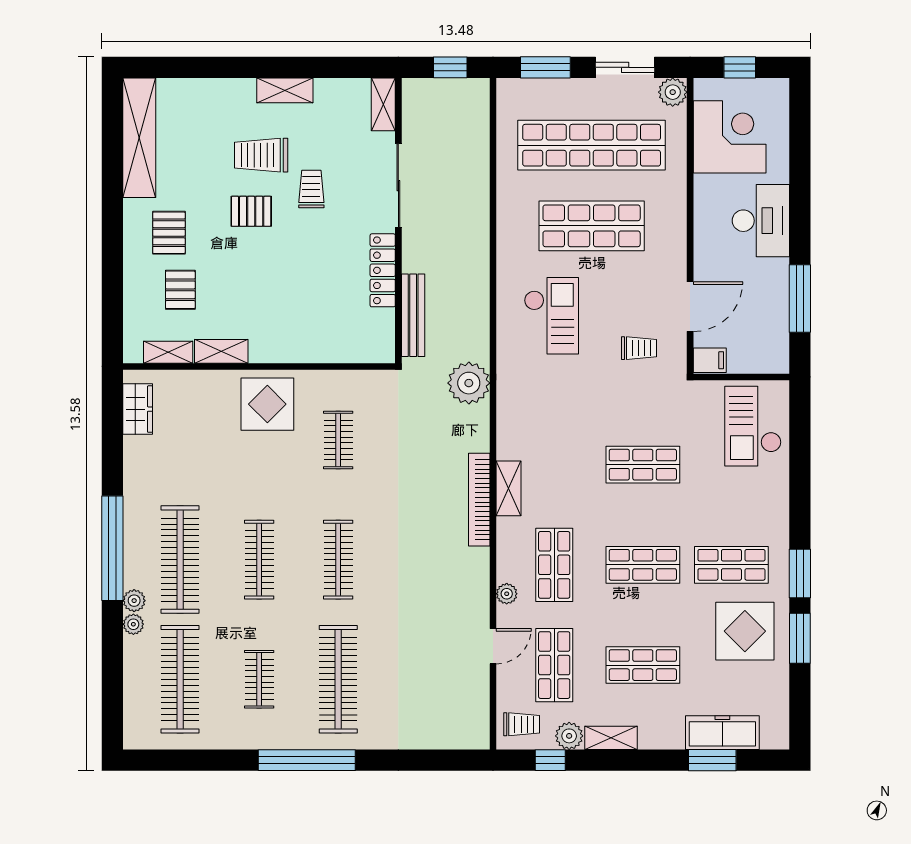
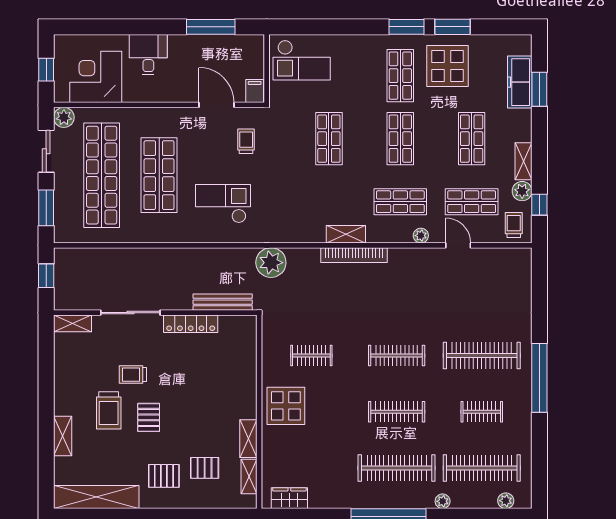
shelving: (285, 90) -> (63, 436), moved
desk: (761, 221) -> (148, 55), width x0.73
plant: (134, 601) -> (506, 501), moved

